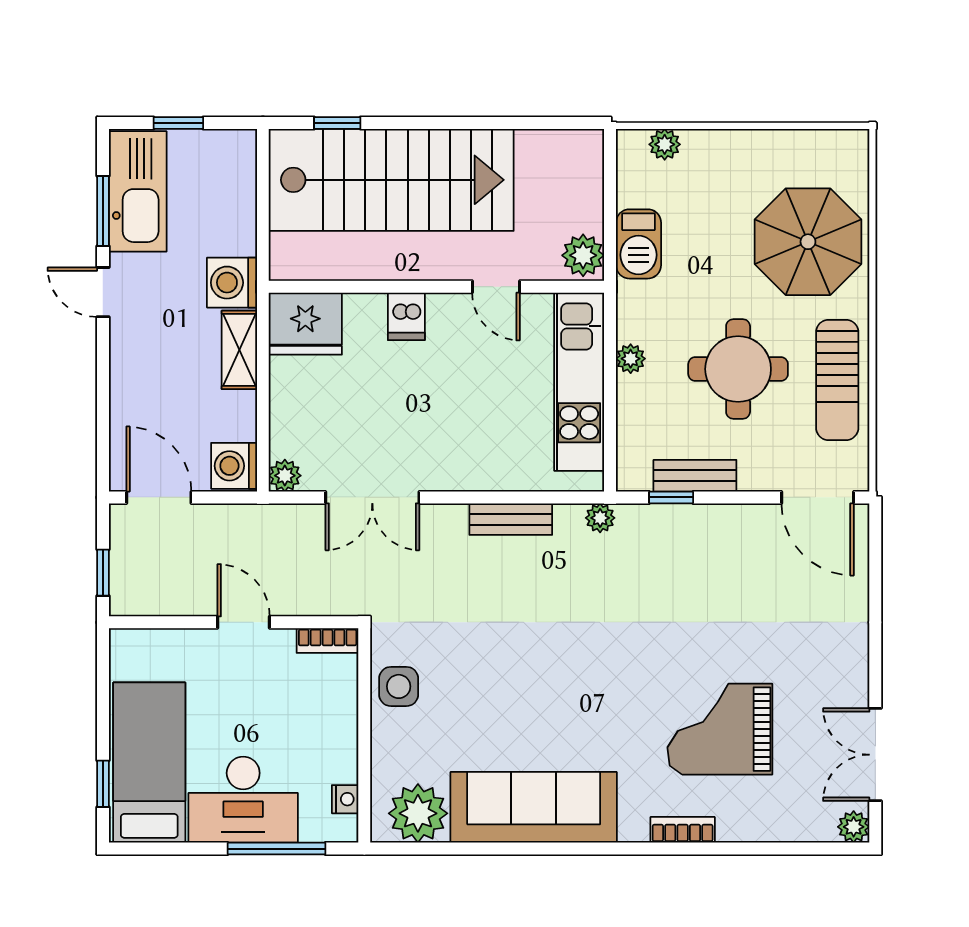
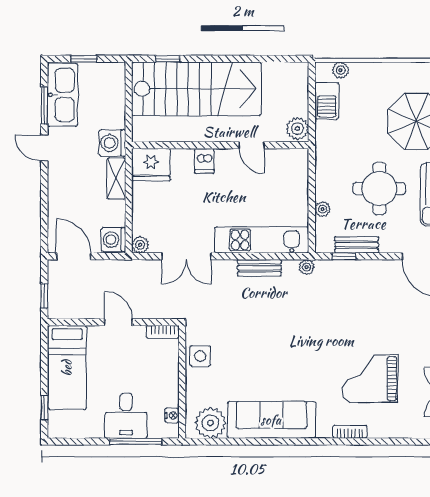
barbecue: (639, 244) -> (327, 101), moved
plant: (631, 359) -> (323, 209), moved
kitchen unit: (579, 382) -> (262, 240), moved, turned 90
bed: (149, 763) -> (67, 368), moved, turned 180
desk: (243, 800) -> (126, 416), width x0.73

